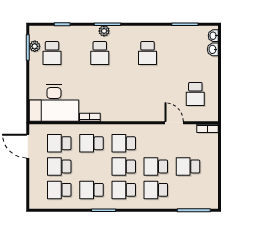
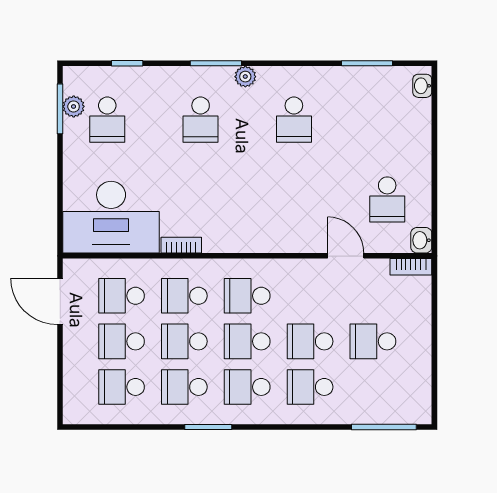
plant: (104, 31) -> (245, 77), moved
washbasin: (213, 49) -> (421, 240), moved
school desk: (91, 167) -> (184, 341), added

